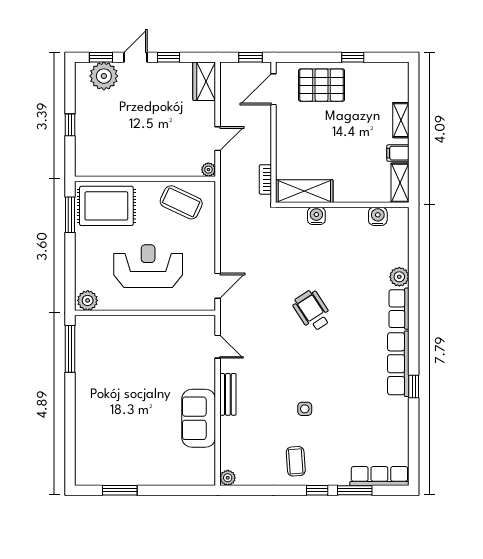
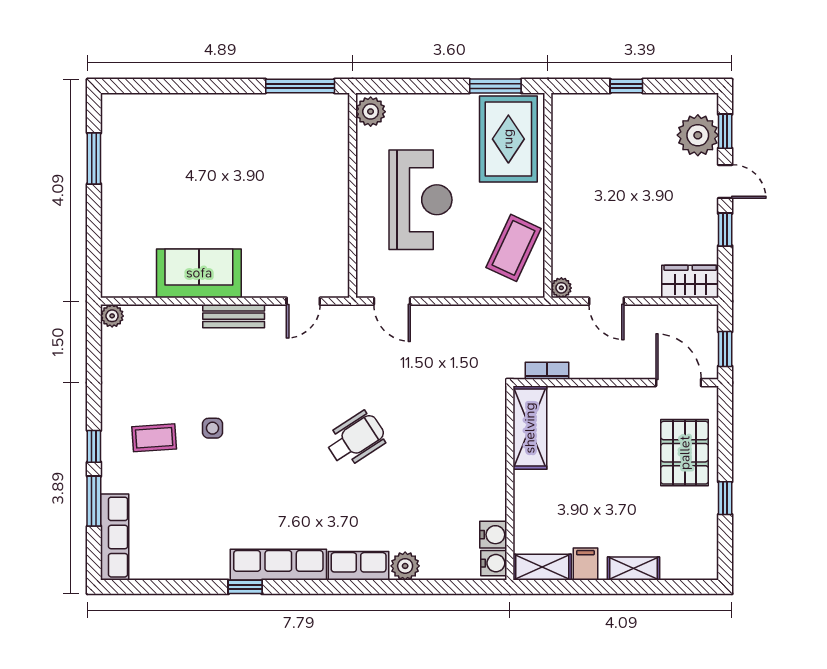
water cooler: (316, 216) -> (494, 563), moved
coffee table: (296, 461) -> (154, 438), moved

